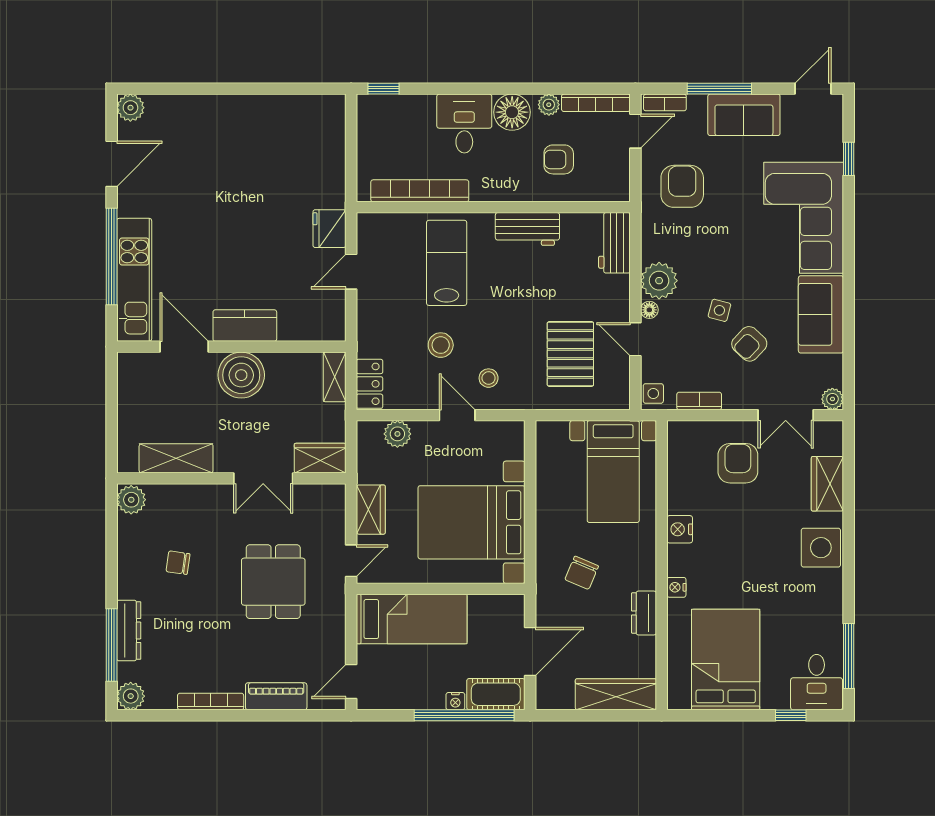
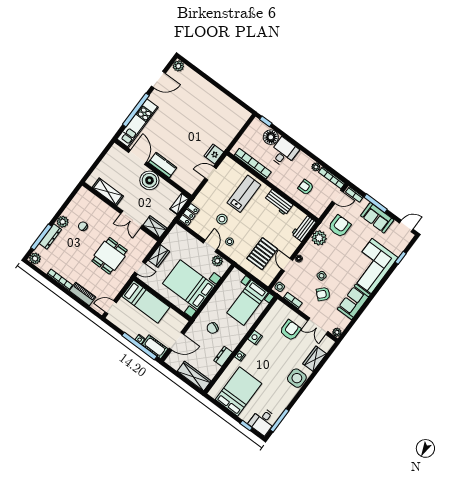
floor lamp: (512, 112) -> (271, 137), moved
plant: (659, 281) -> (319, 238), moved
plant: (397, 434) -> (217, 261), moved
plant: (131, 500) -> (63, 222), moved

